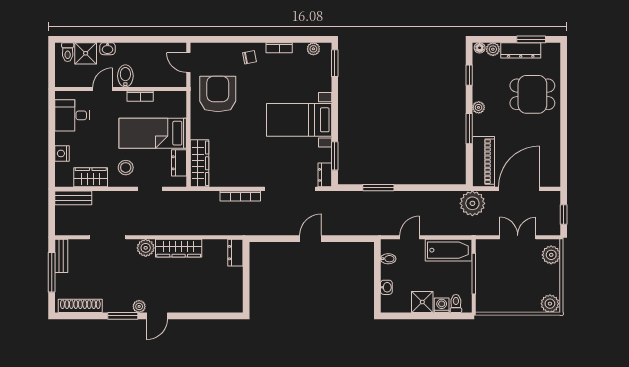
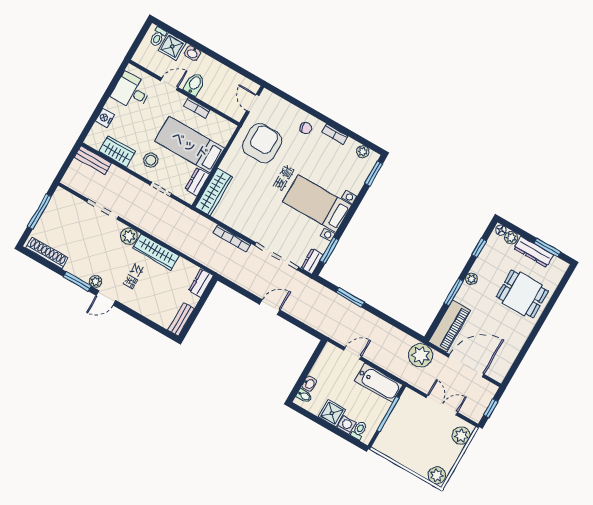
bench: (61, 256) -> (181, 319), moved
bidet: (388, 259) -> (304, 396), moved

